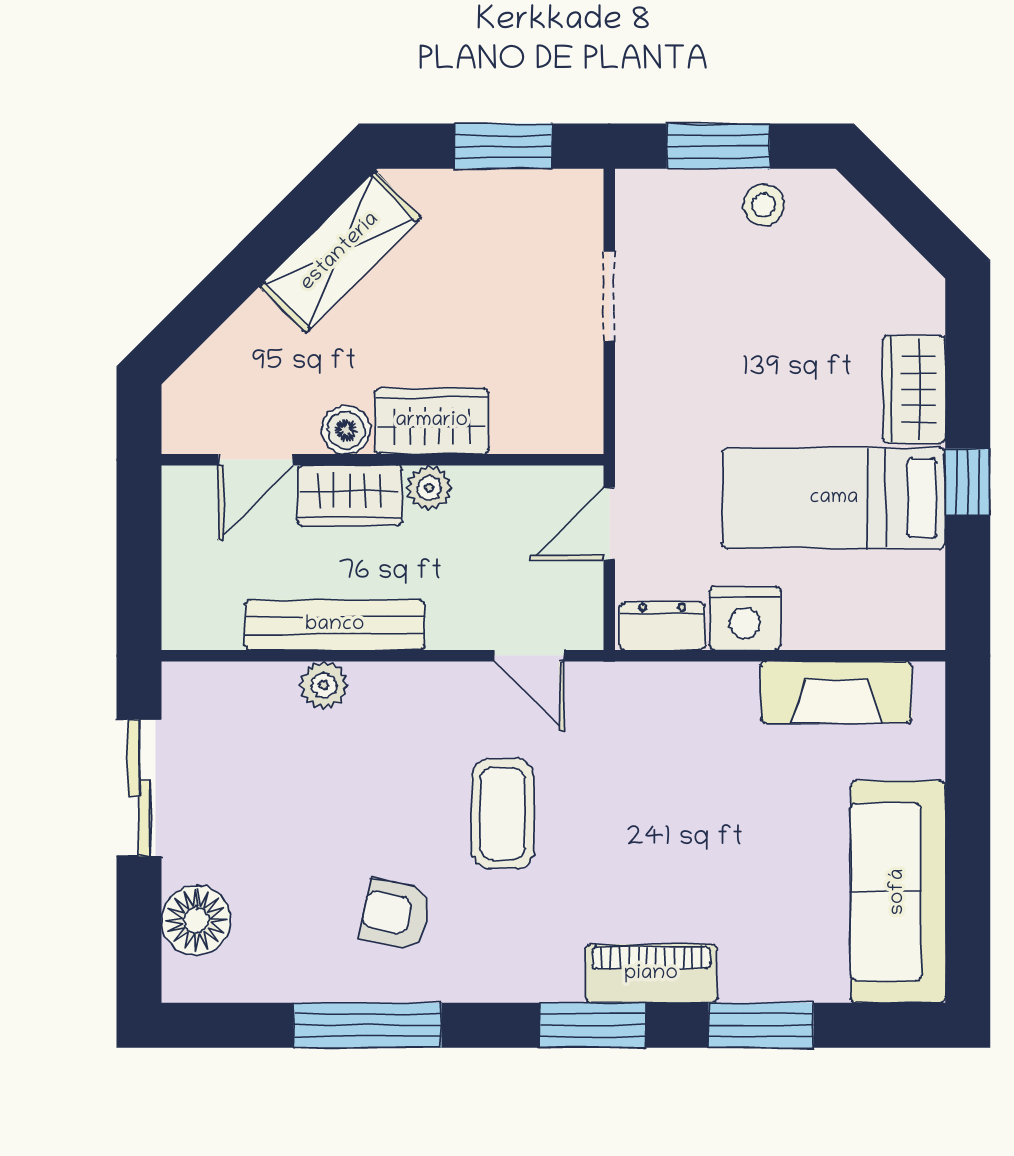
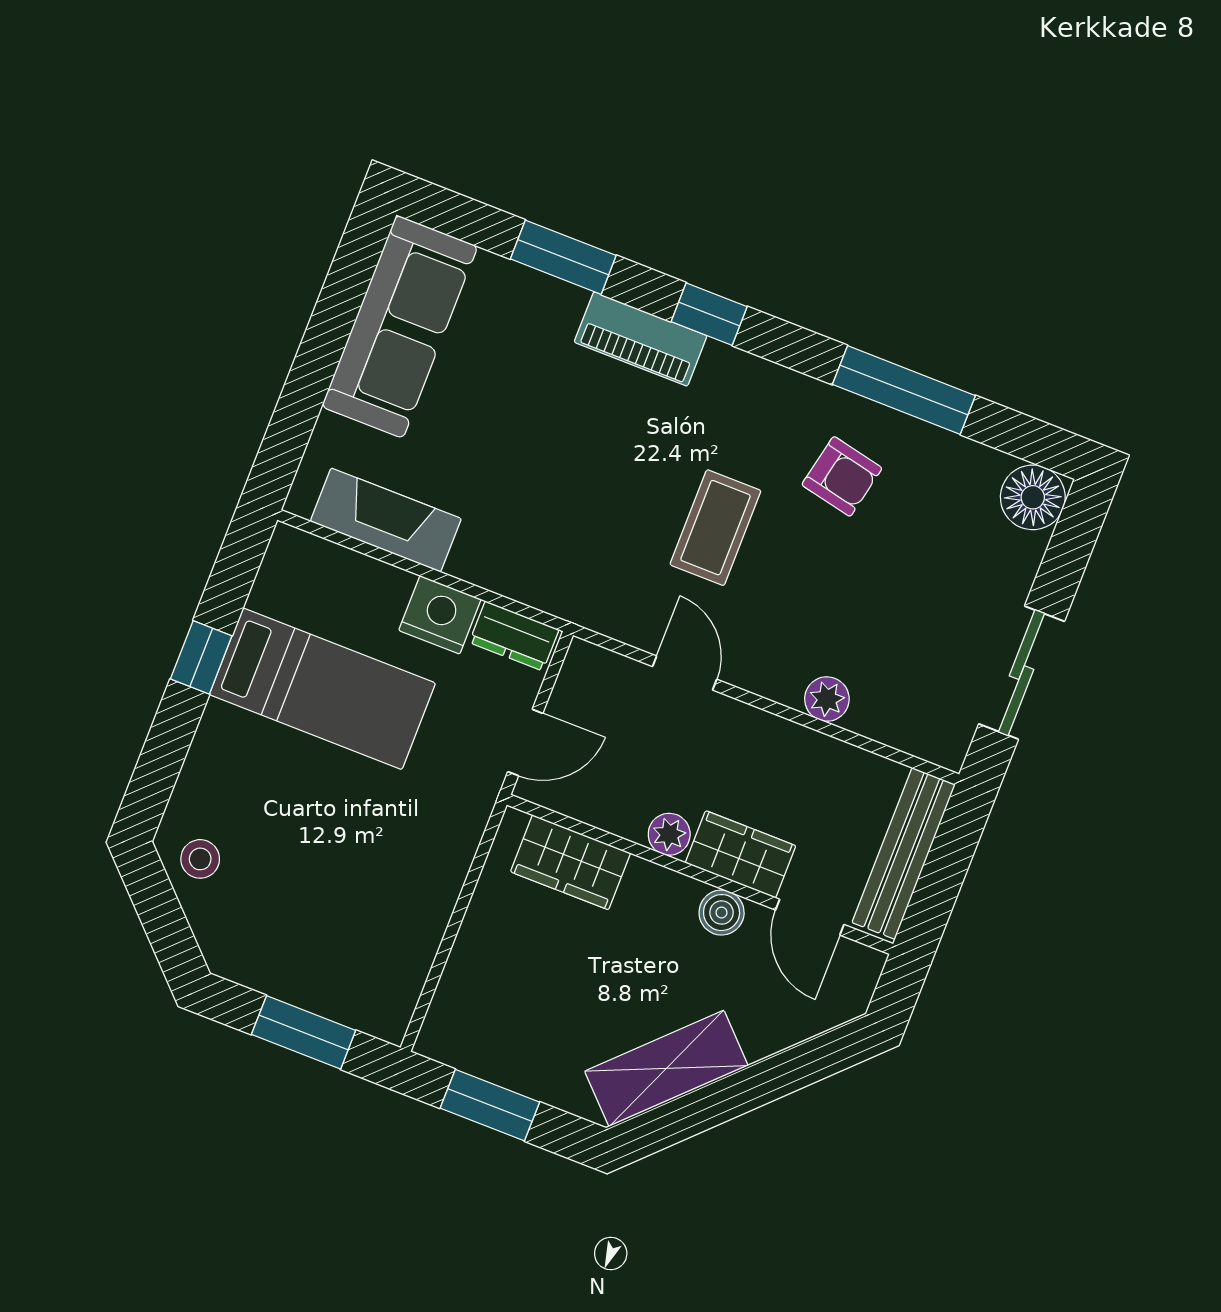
stool: (764, 205) -> (200, 859), moved
doorway: (609, 296) -> (449, 939), removed
wardrobe: (914, 390) -> (216, 756), removed
wardrobe: (432, 421) -> (570, 862), moved
door: (256, 460) -> (810, 917), swing flipped
bench: (335, 625) -> (904, 853), moved, turned 90
door: (529, 656) -> (685, 673), moved
floor lamp: (196, 920) -> (1033, 497), moved
window: (592, 1025) -> (709, 314), width x0.67

